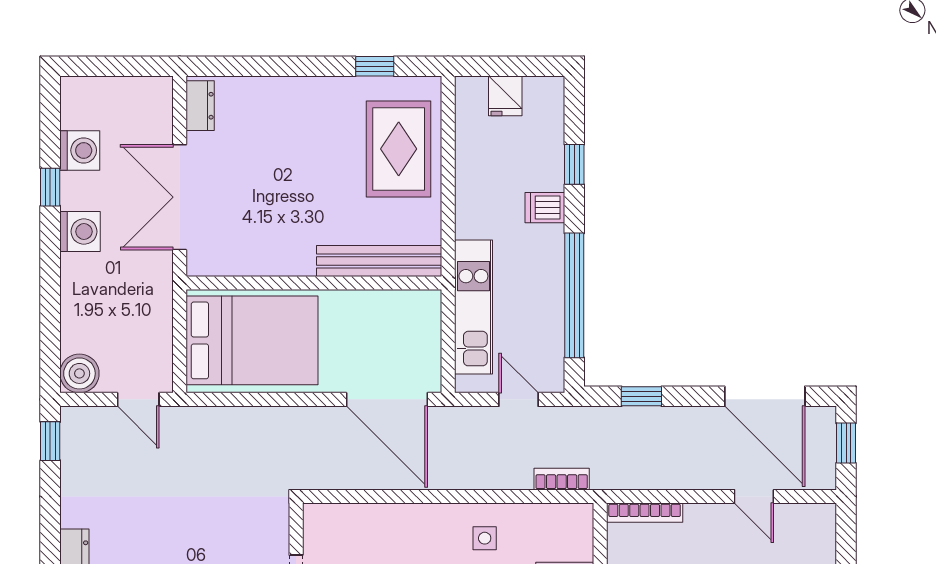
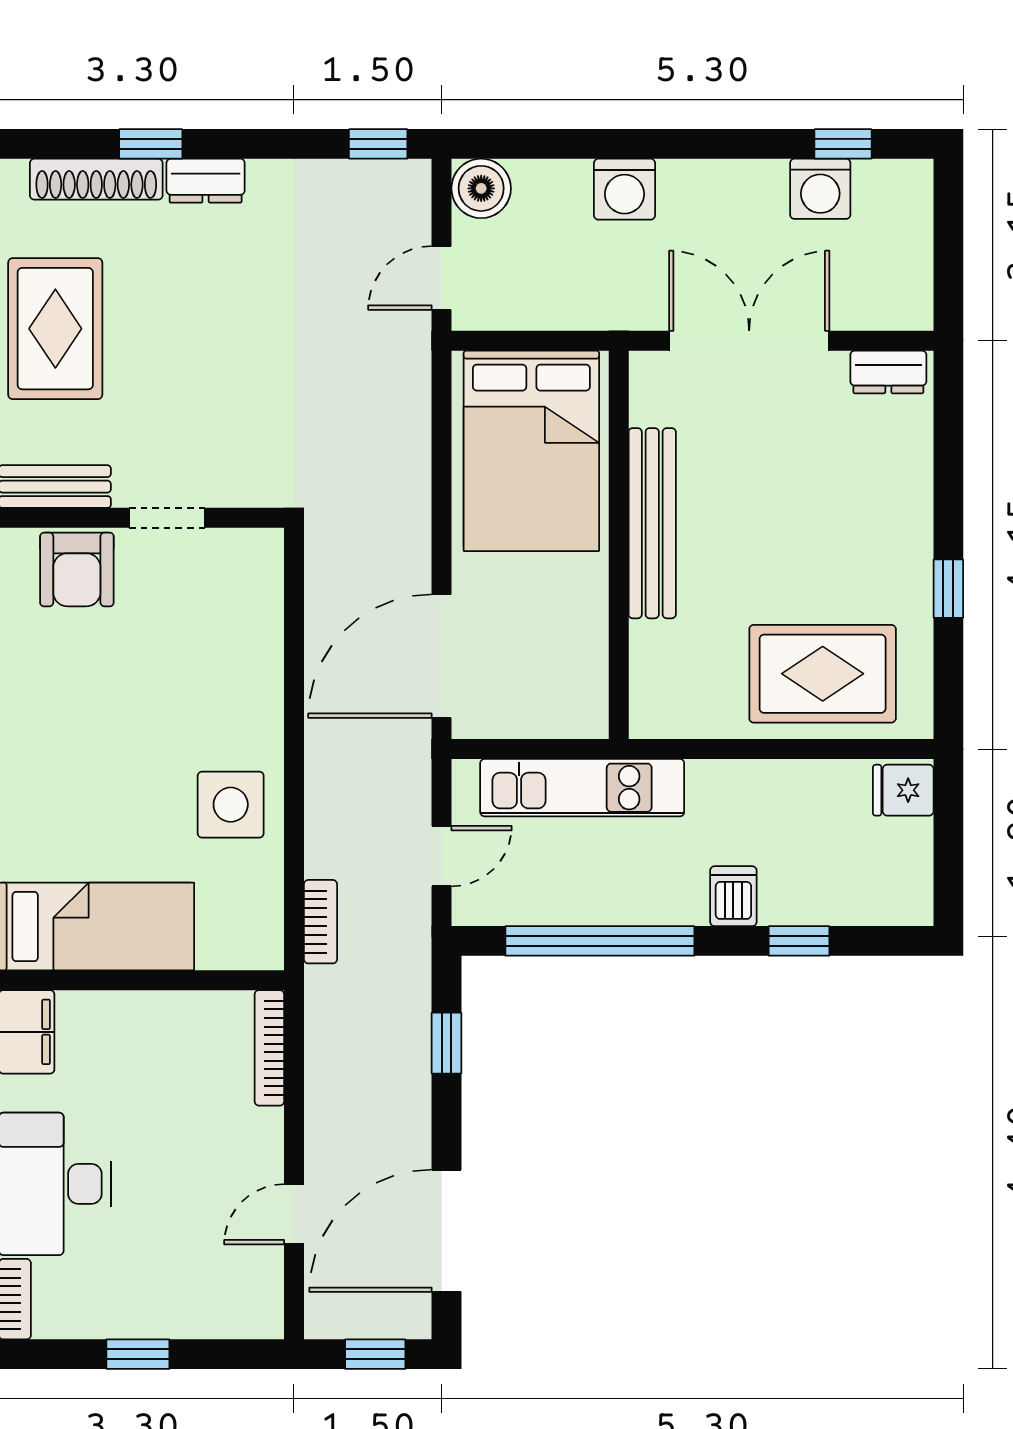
window: (375, 66) -> (948, 589), moved
fridge: (505, 96) -> (903, 790), moved
window: (50, 187) -> (843, 144), moved
washing machine: (80, 232) -> (625, 189), moved
bench: (379, 261) -> (652, 523), moved
side table: (485, 538) -> (231, 805), width x1.87, depth x1.87

